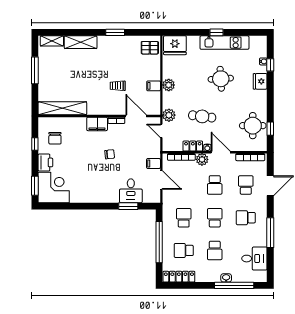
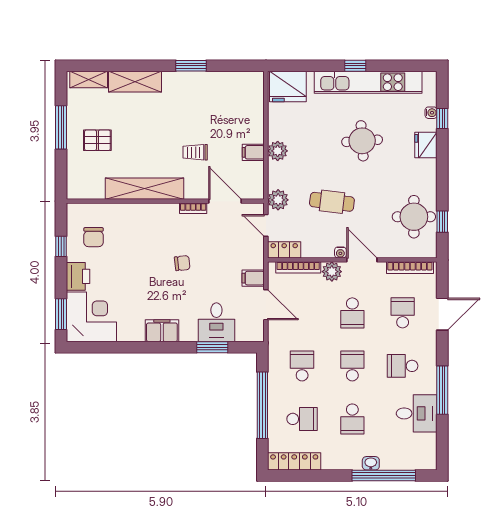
kitchen unit: (224, 43) -> (368, 82), width x1.36
pallet: (150, 48) -> (97, 140), moved
shelving: (62, 108) -> (144, 189), moved
filing cabinet: (97, 124) -> (162, 331), moved, turned 180
locker: (193, 146) -> (284, 250), moved
school desk: (184, 250) -> (302, 419), turned 180
desk: (254, 259) -> (417, 413), moved

